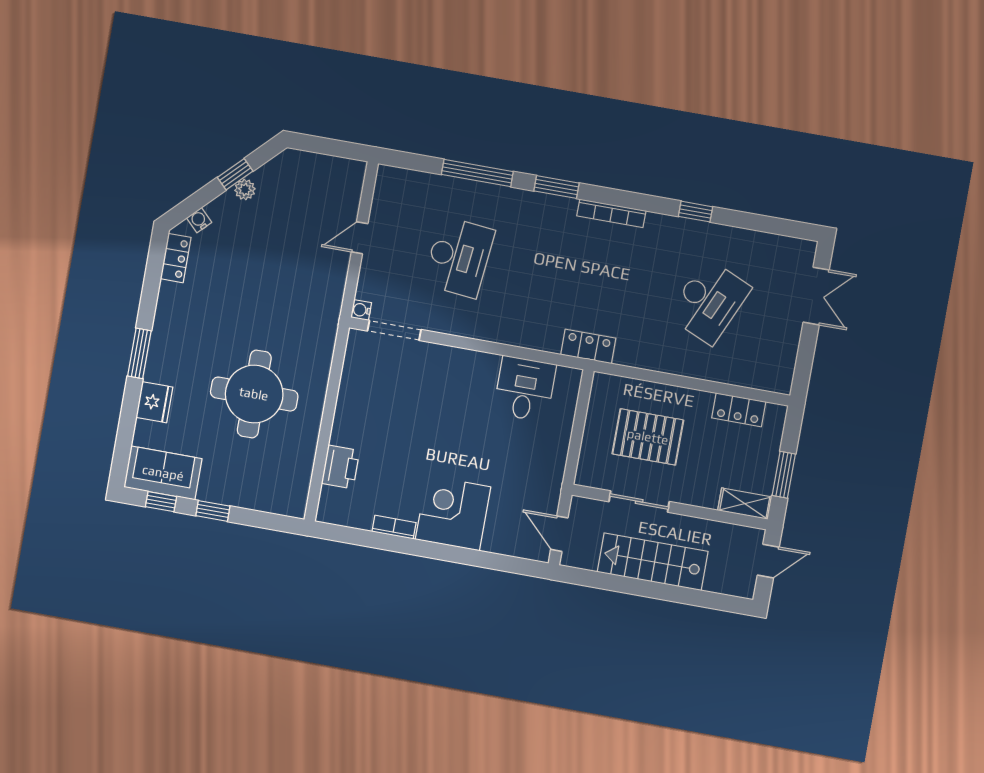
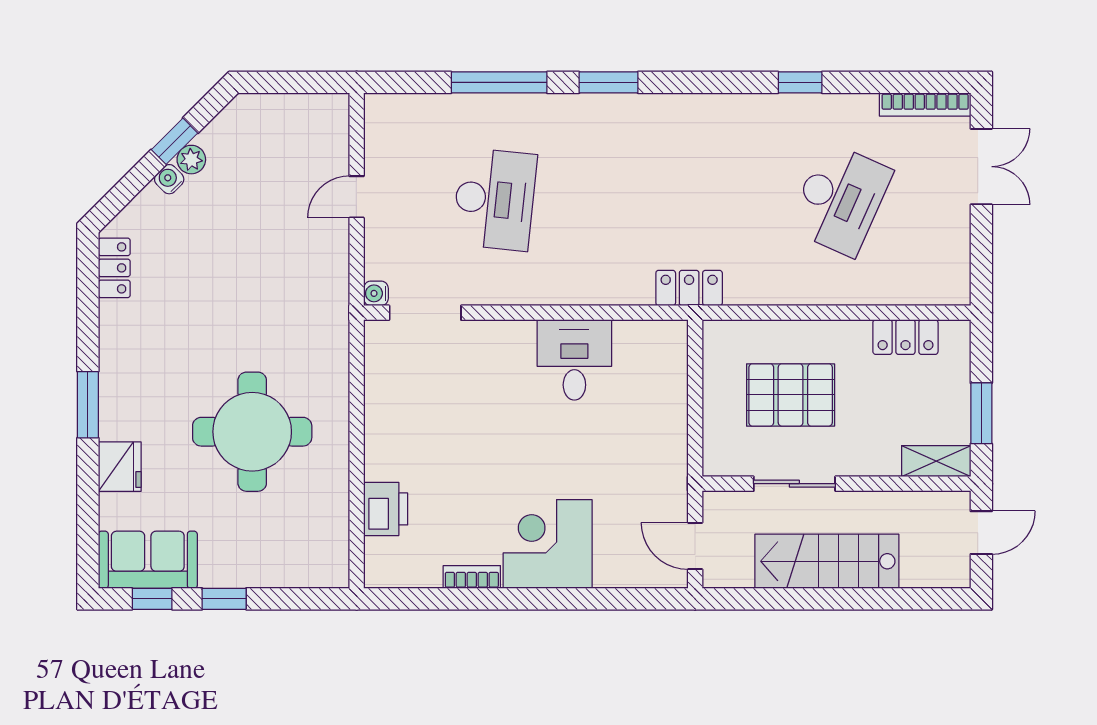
bookcase: (611, 213) -> (925, 105), moved
water cooler: (199, 220) -> (169, 179), moved
desk: (525, 389) -> (574, 360), moved

